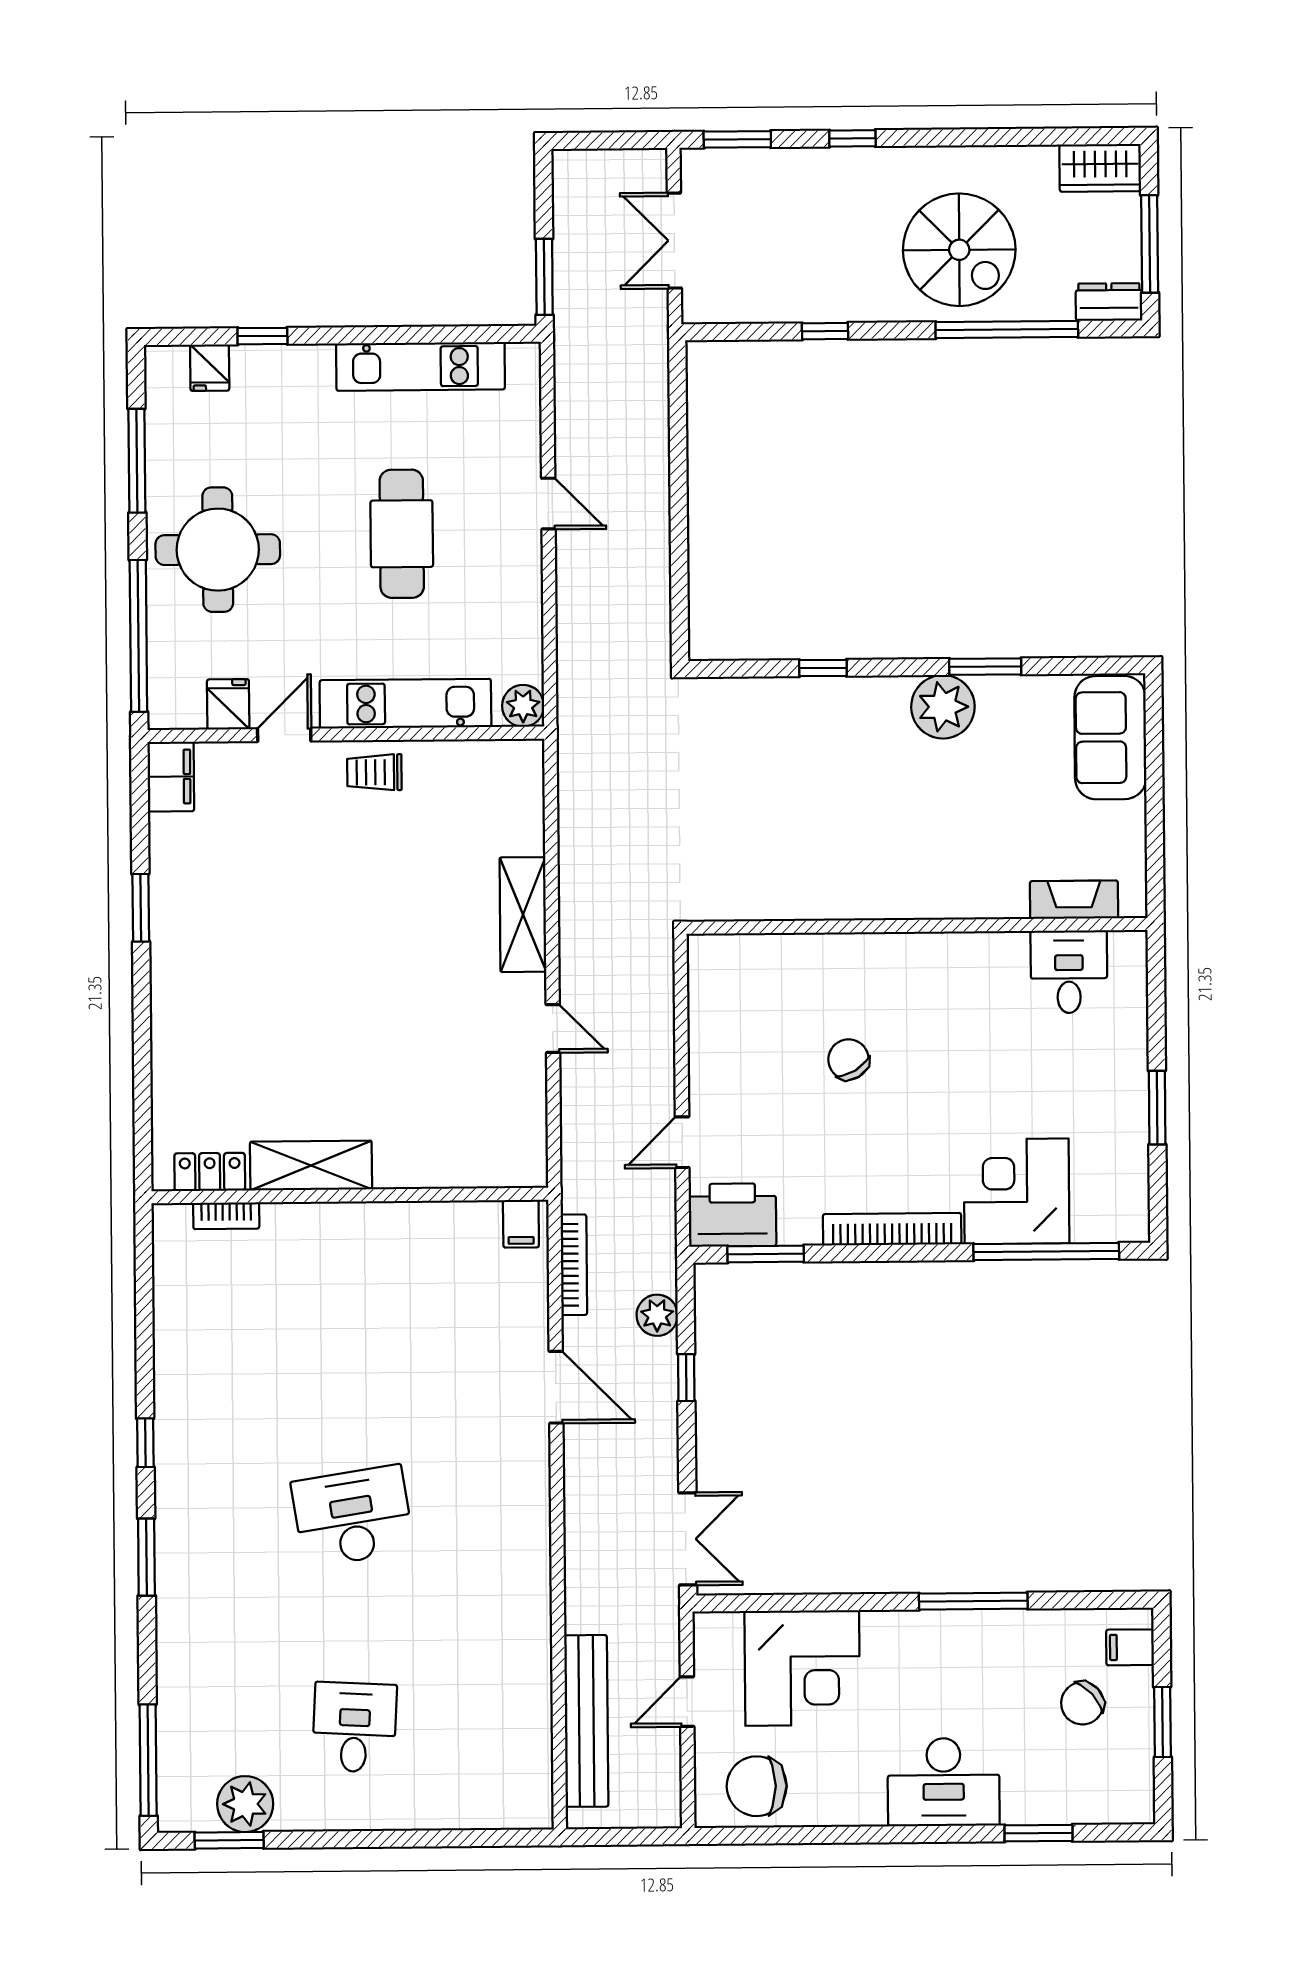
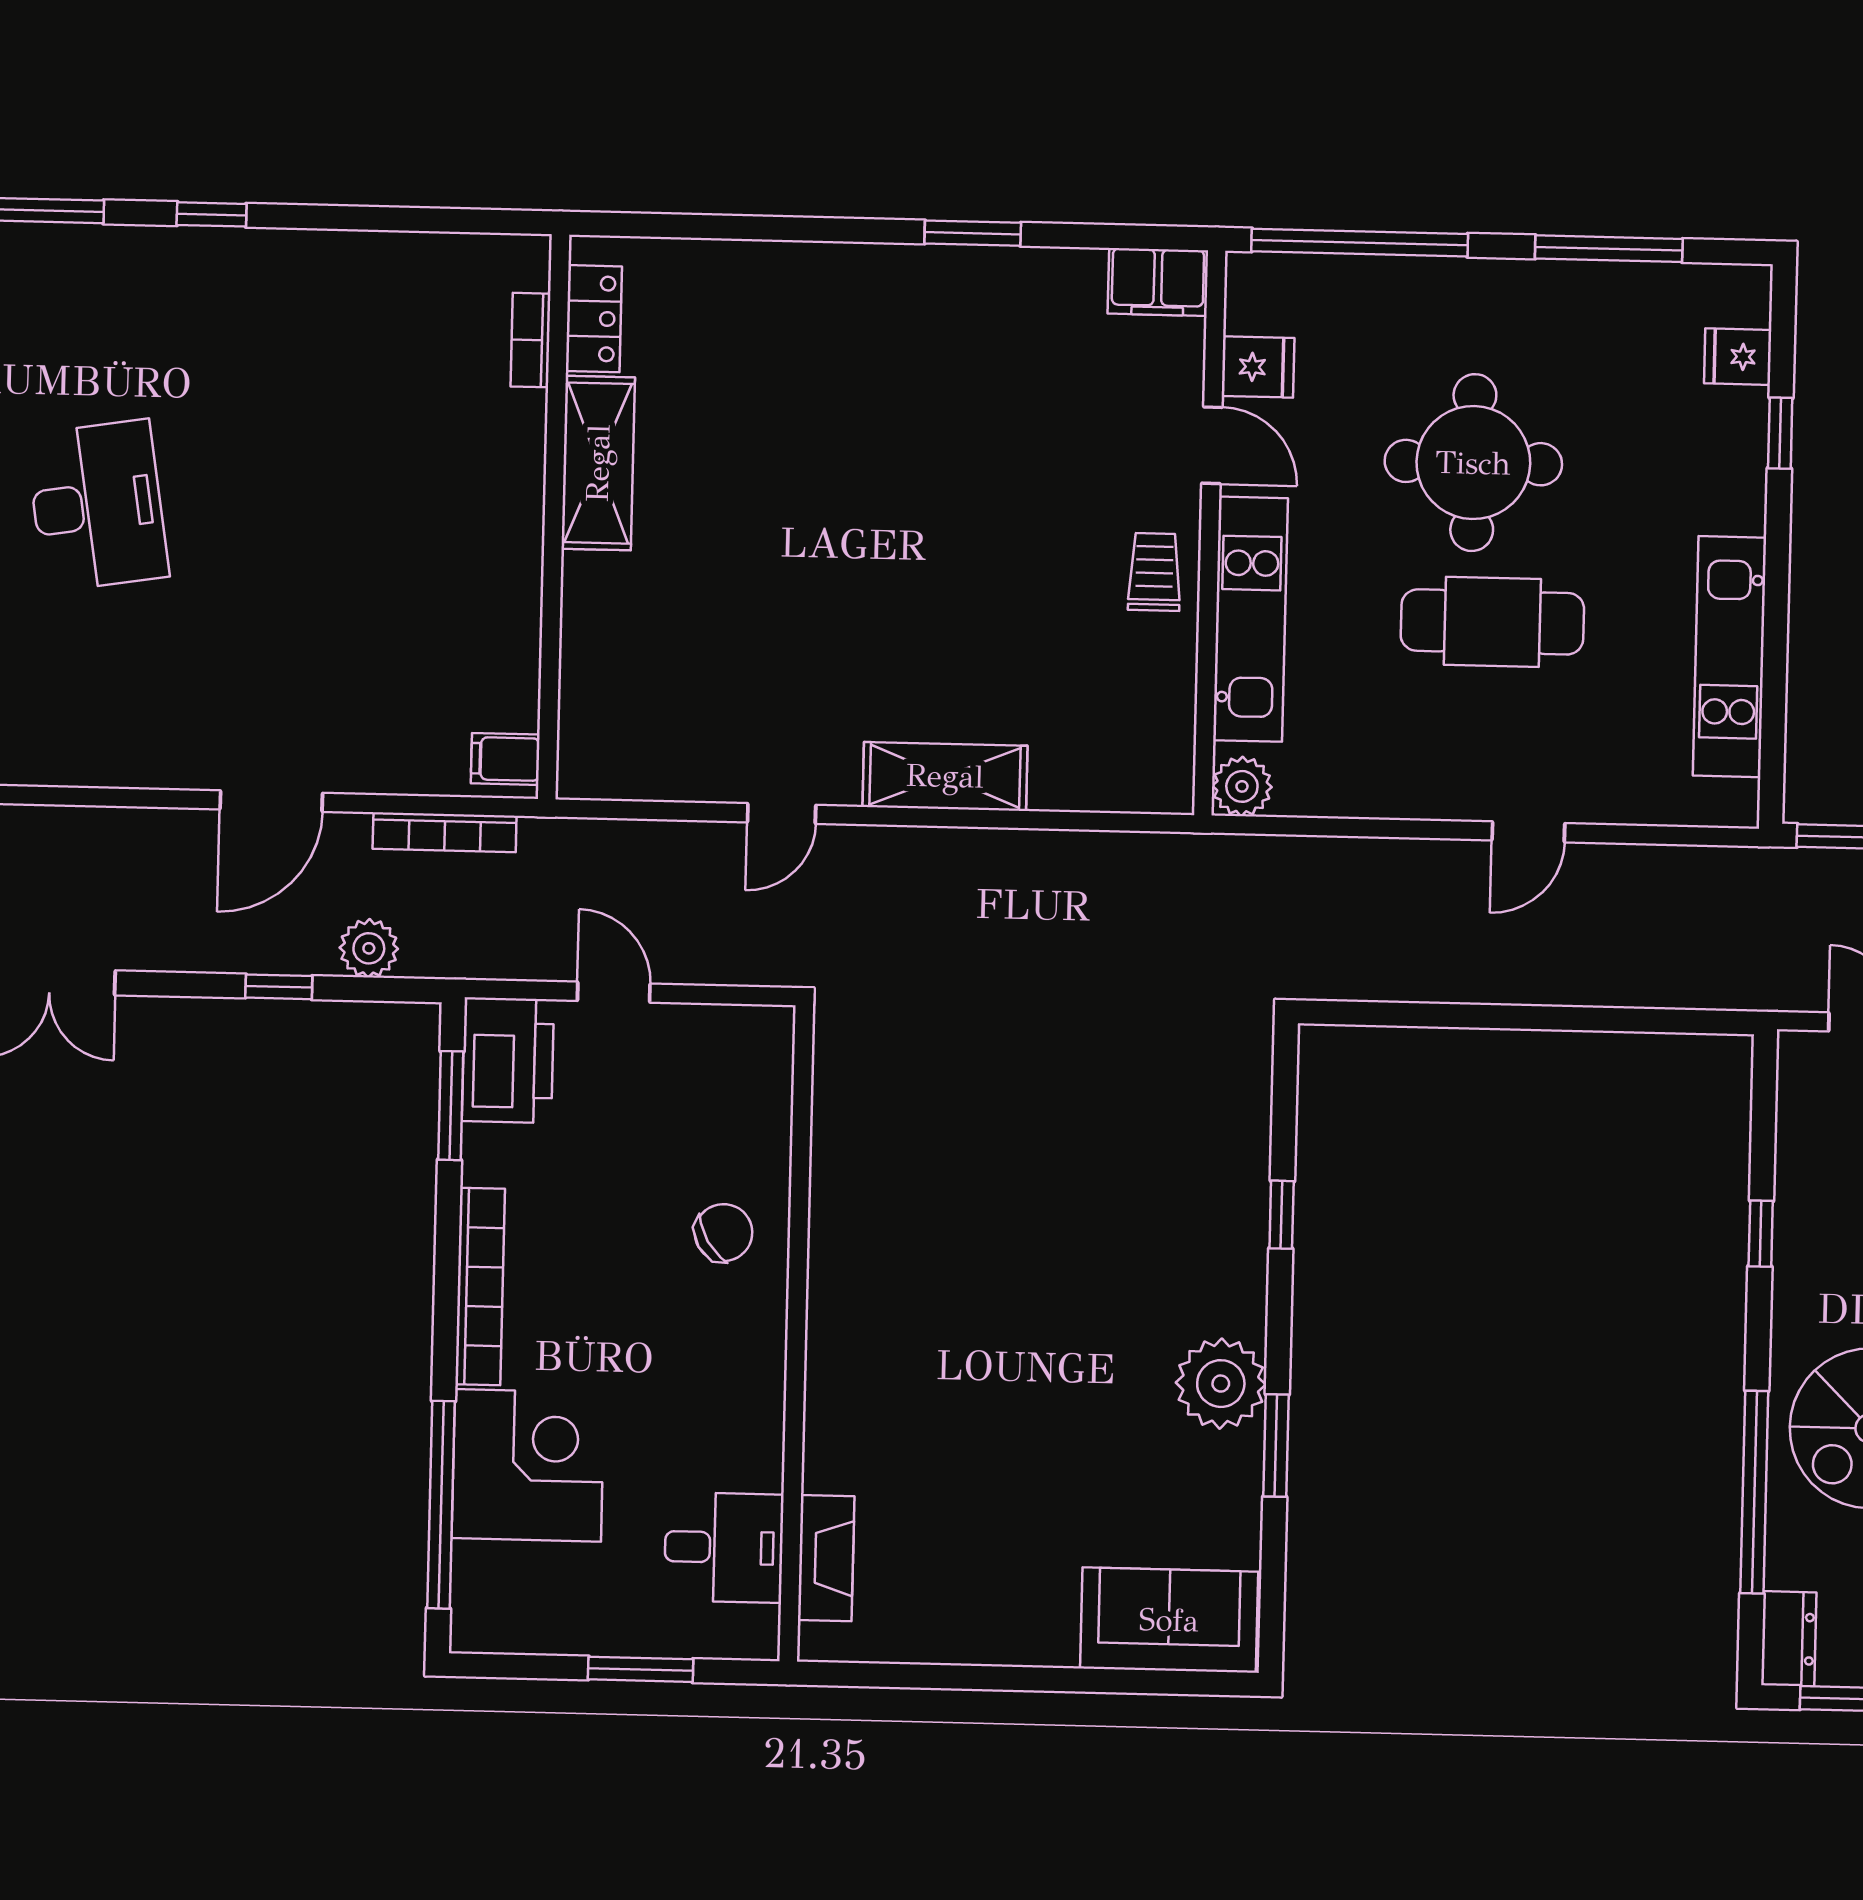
round table: (218, 550) -> (1473, 463), moved
fireplace: (1074, 900) -> (826, 1558), moved
wall: (917, 926) -> (796, 1333), moved
desk: (1069, 972) -> (724, 1547), moved

